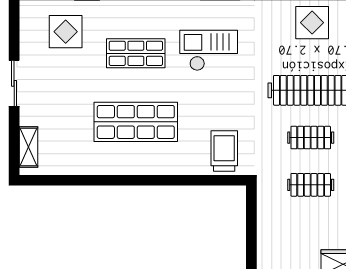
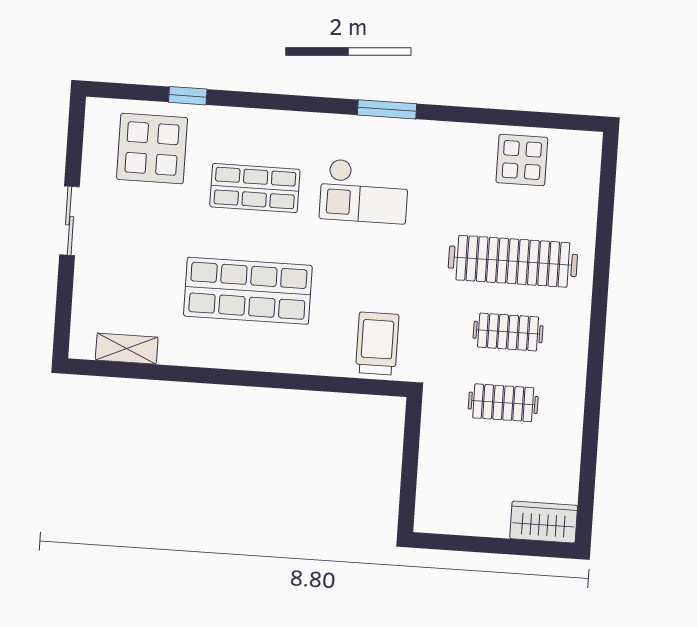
display table: (66, 32) -> (152, 149), width x1.36, depth x1.36
checkout: (209, 50) -> (364, 191), turned 180
shelving: (28, 147) -> (127, 349), moved, turned 90

